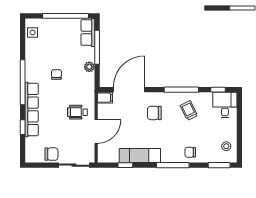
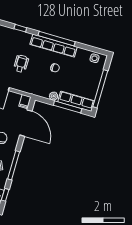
row of seats: (88, 32) -> (76, 101), width x1.48
row of seats: (32, 109) -> (54, 46), moved
wheelchair: (77, 112) -> (21, 64), moved

